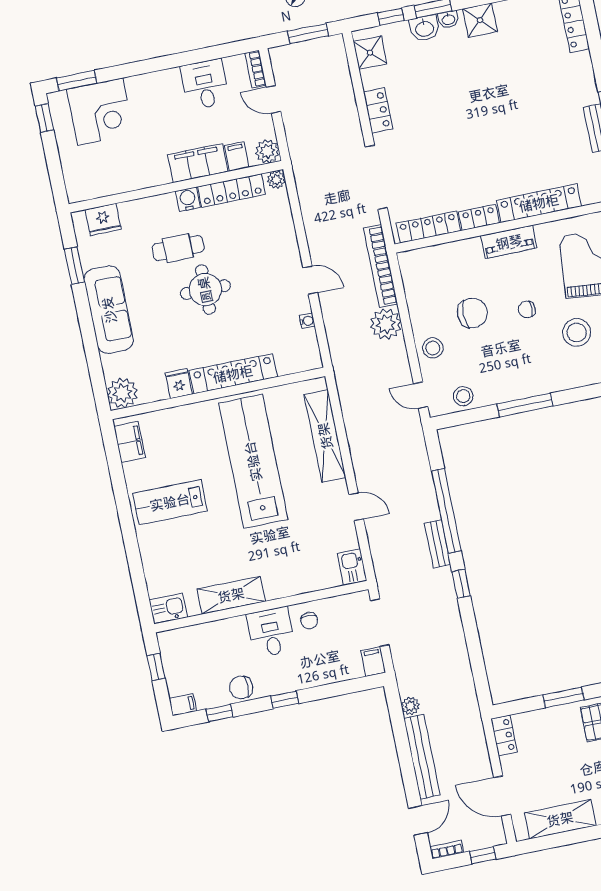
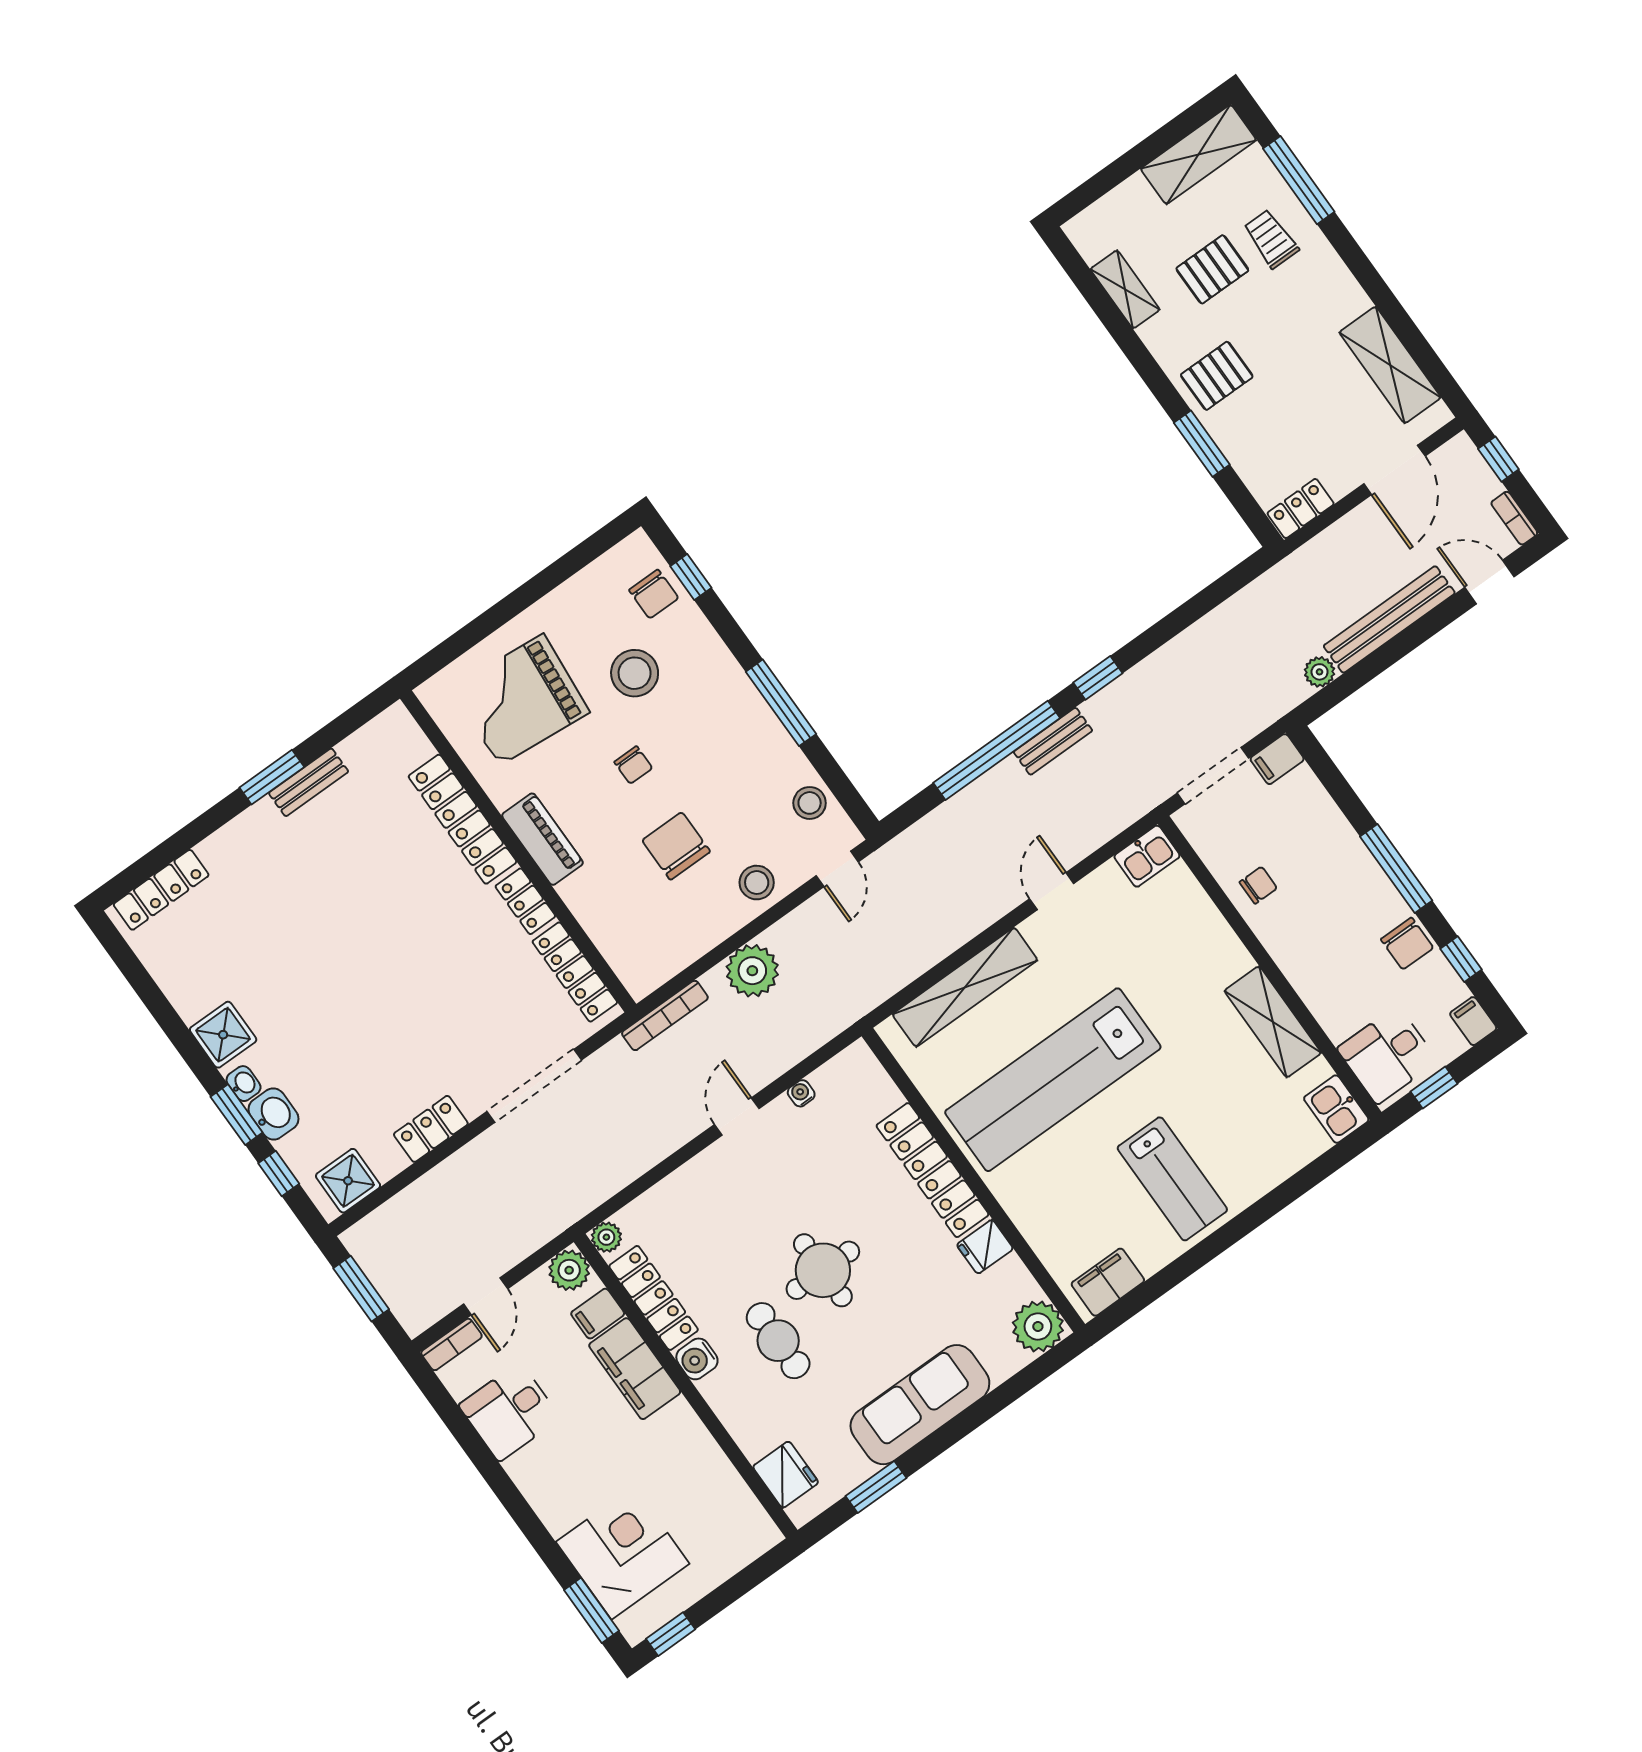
bookcase: (381, 266) -> (665, 1015), width x0.68, depth x0.76
desk: (271, 632) -> (1387, 1055), moved
window: (285, 700) -> (1396, 868), width x2.17

